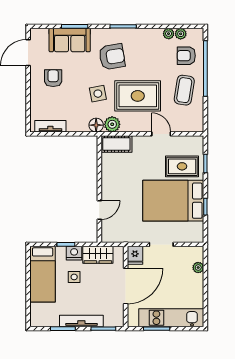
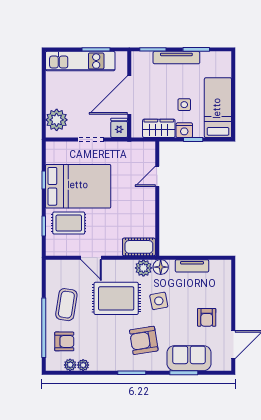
tv unit: (50, 126) -> (192, 266), moved
plant: (198, 268) -> (57, 120), width x1.88, depth x1.88

